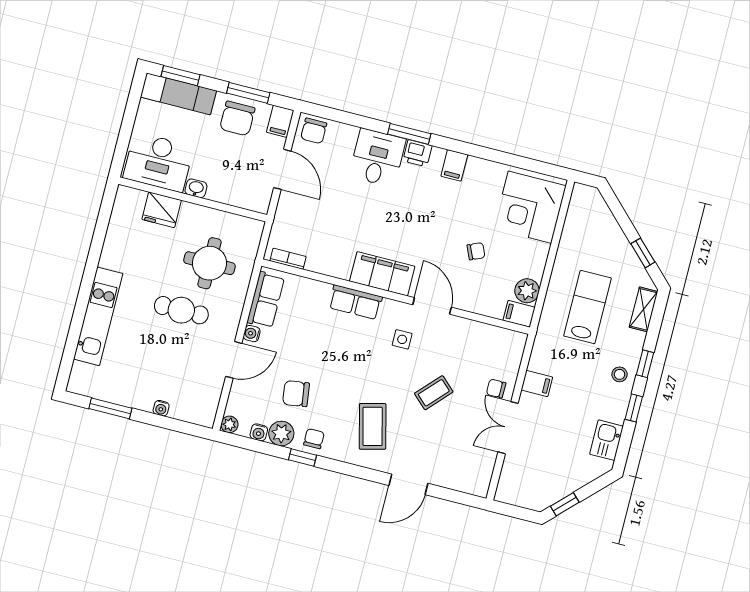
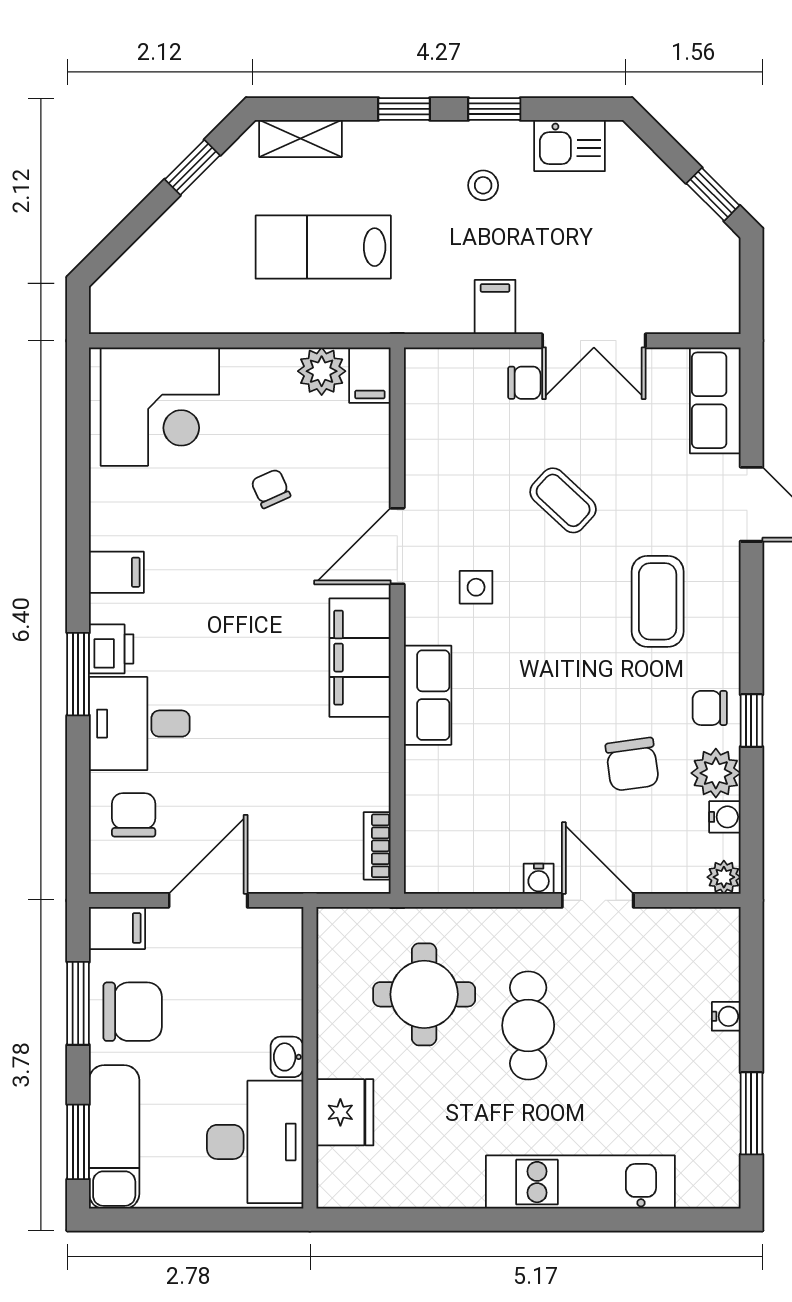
chair: (314, 131) -> (134, 815), moved, turned -90
row of seats: (266, 300) -> (715, 400), moved, turned -90
stool: (620, 374) -> (483, 185), moved
chair: (496, 388) -> (524, 383), turned -90
coffee table: (373, 426) -> (658, 601), turned -76

